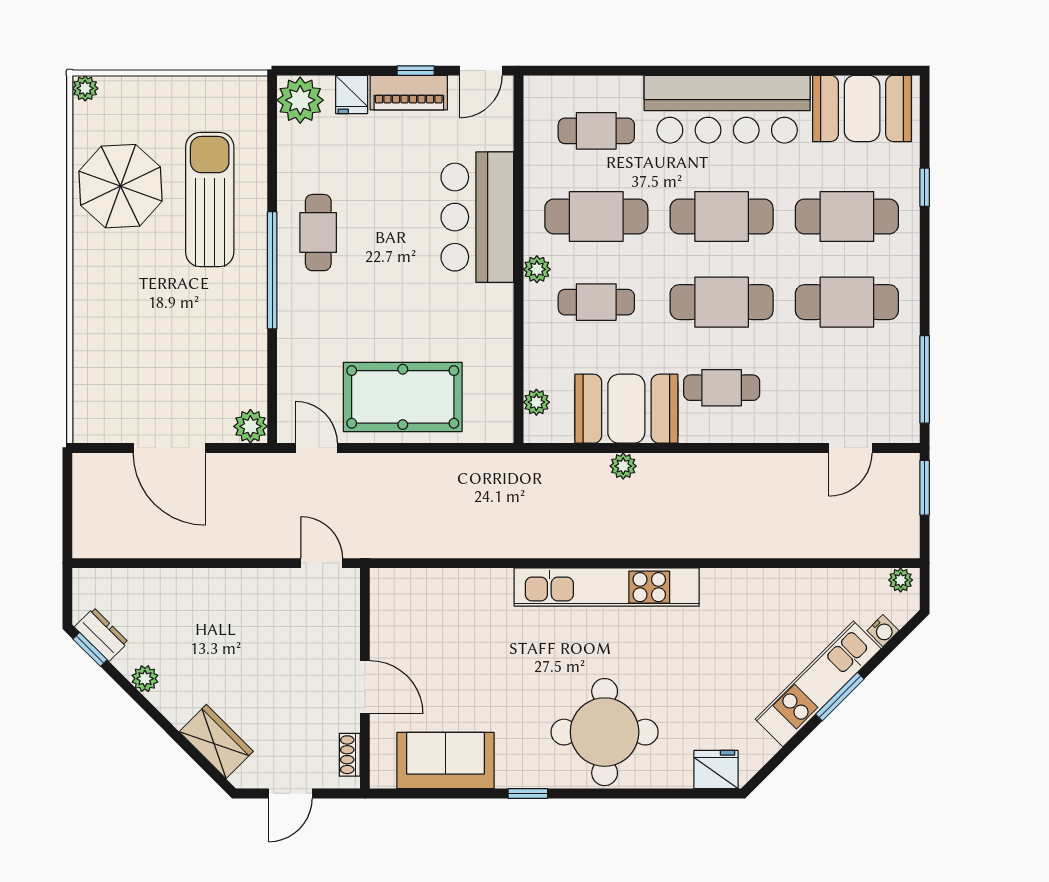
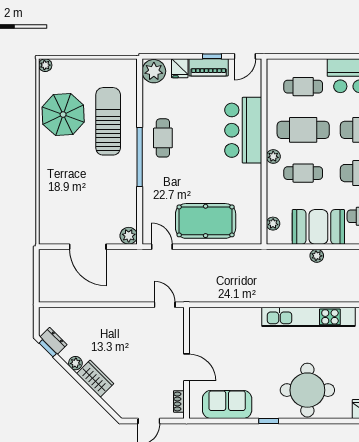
wardrobe: (216, 742) -> (95, 379), moved

